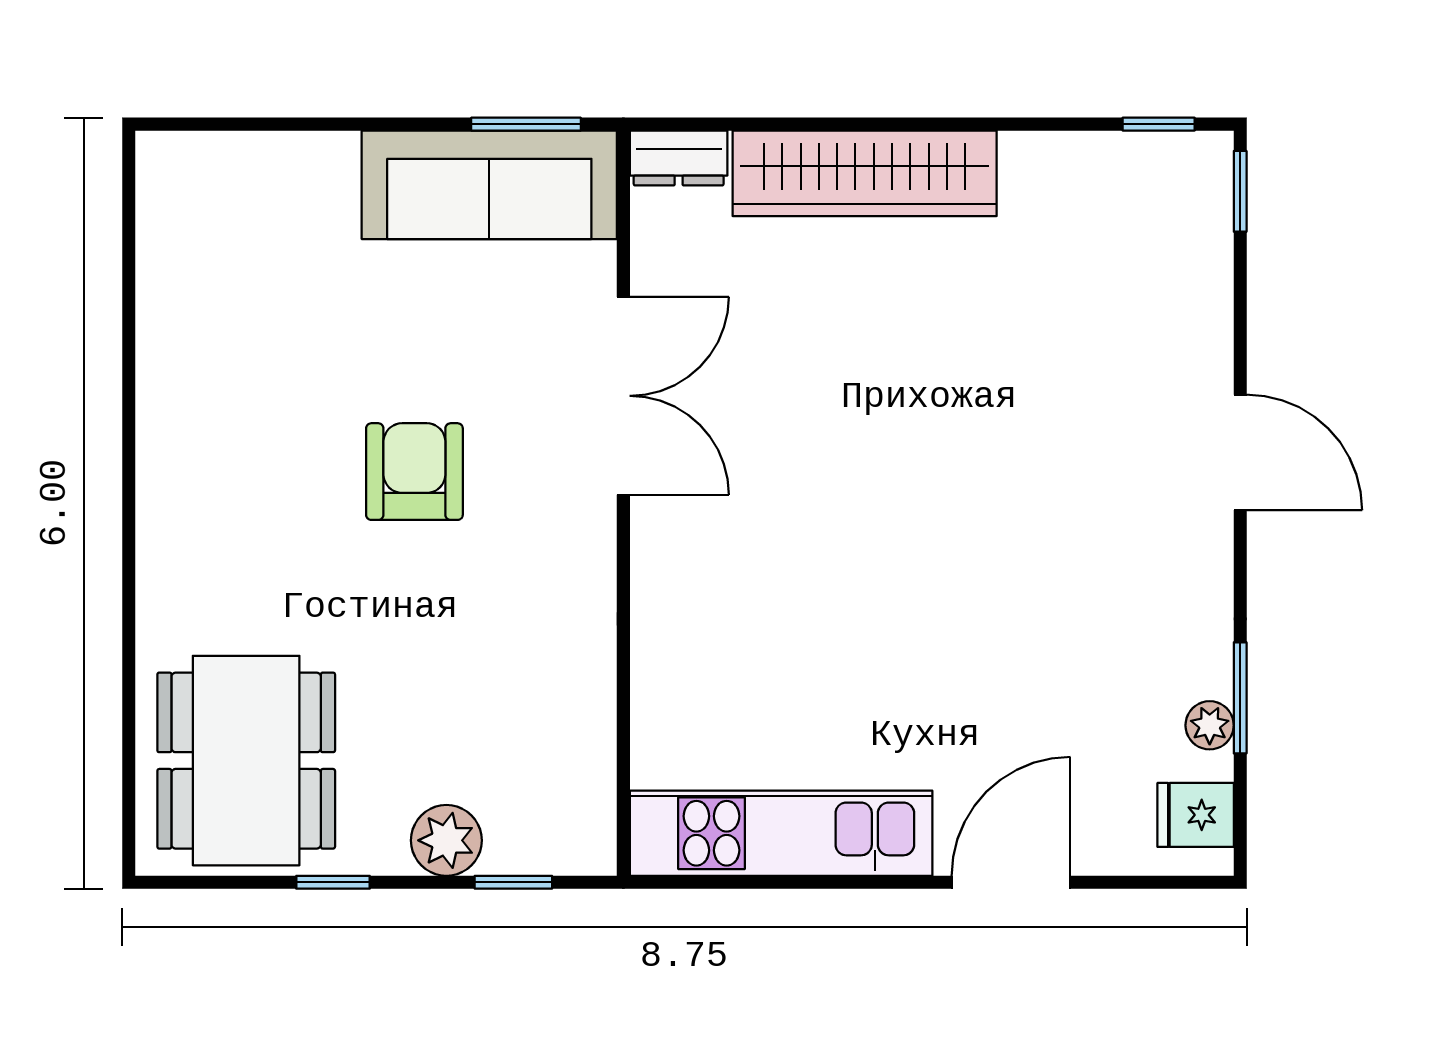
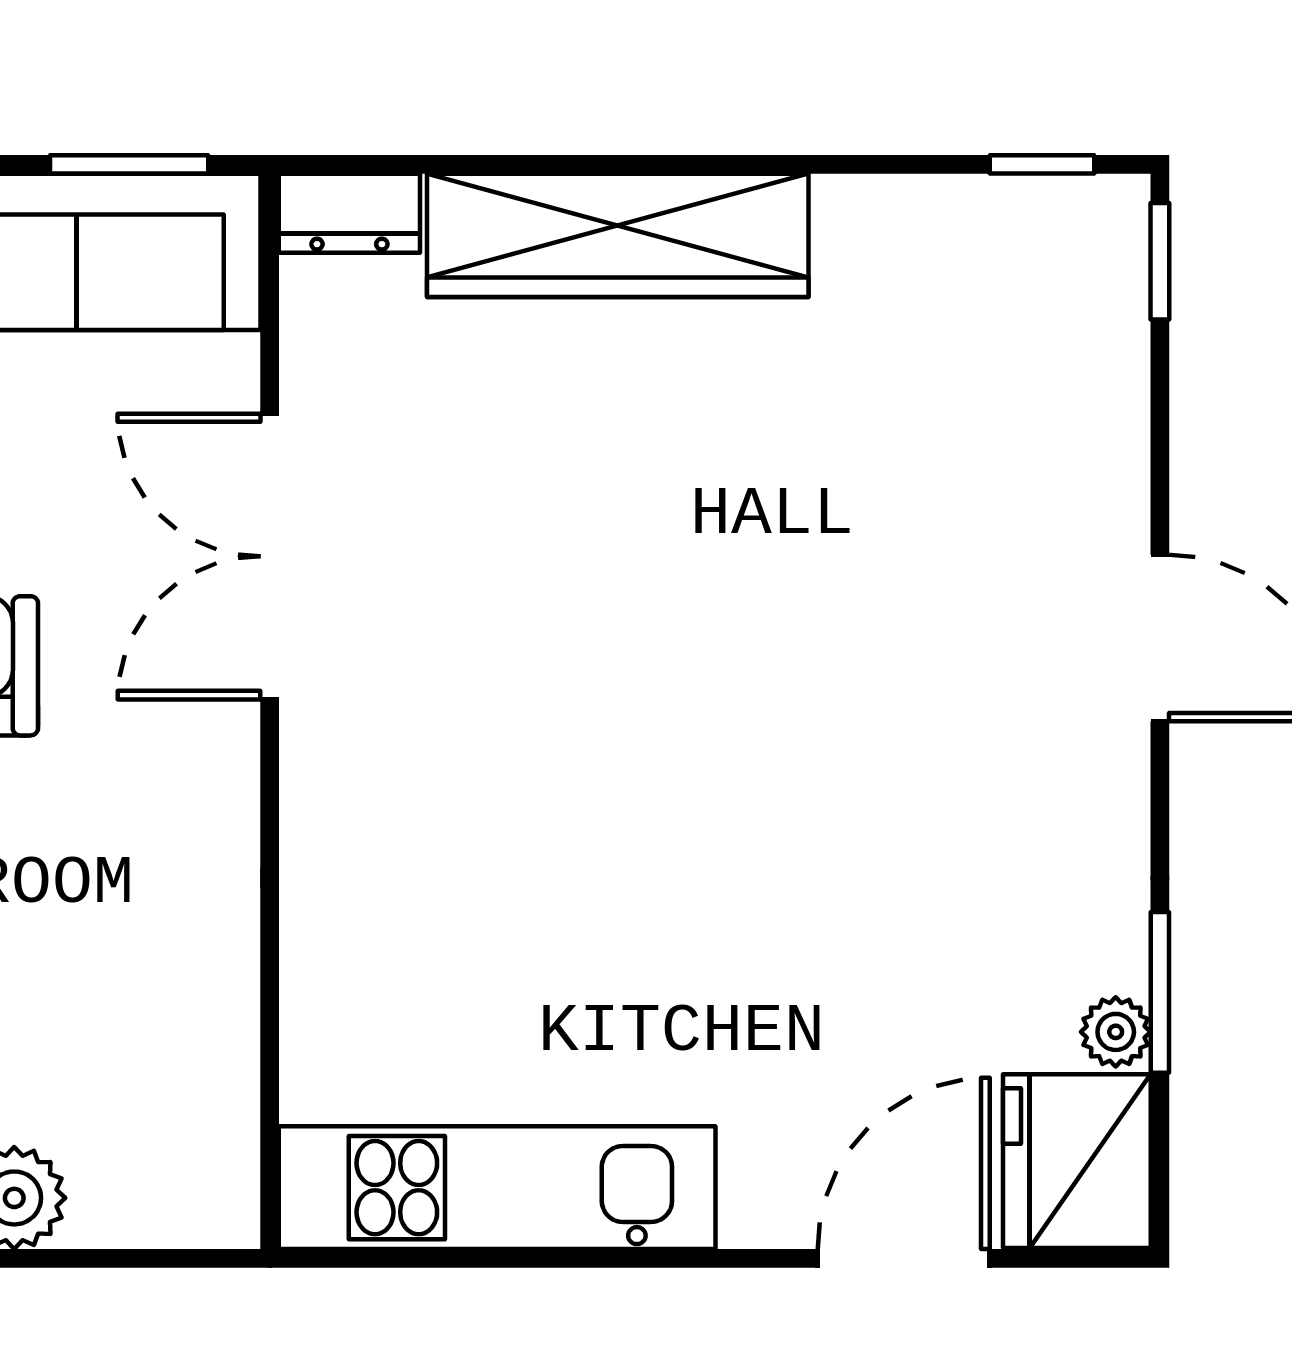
double door: (623, 396) -> (270, 556), swing flipped
fridge: (1196, 815) -> (1077, 1161), width x1.88, depth x1.34
window: (513, 882) -> (111, 1258), removed
door: (1011, 882) -> (904, 1258), moved

